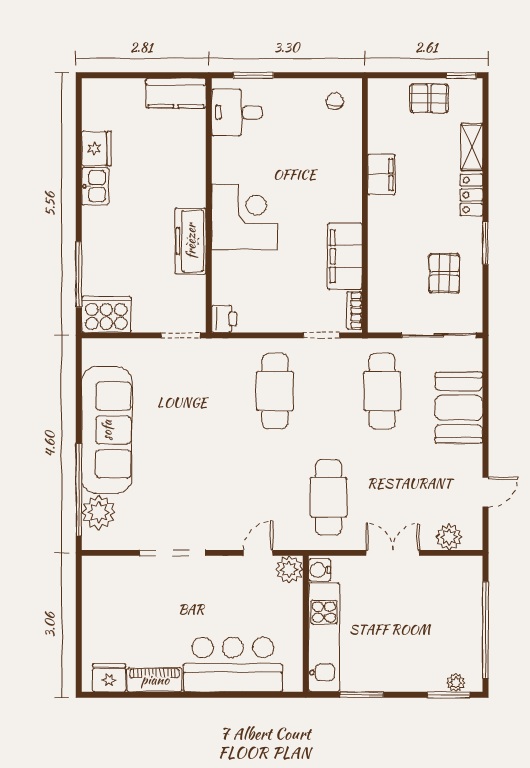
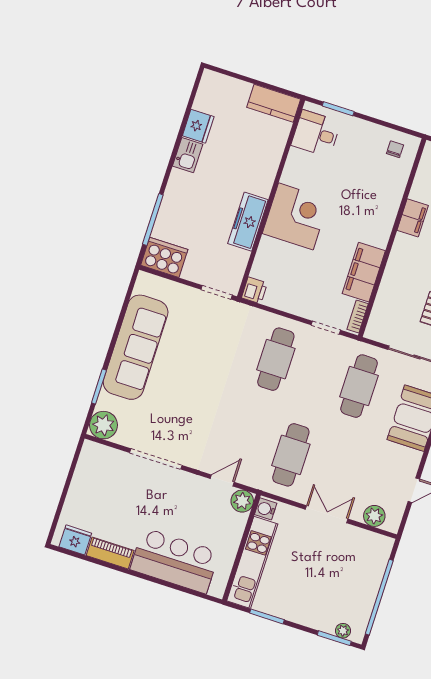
window: (79, 490) -> (99, 386), width x0.47
plant: (99, 512) -> (103, 425), moved

